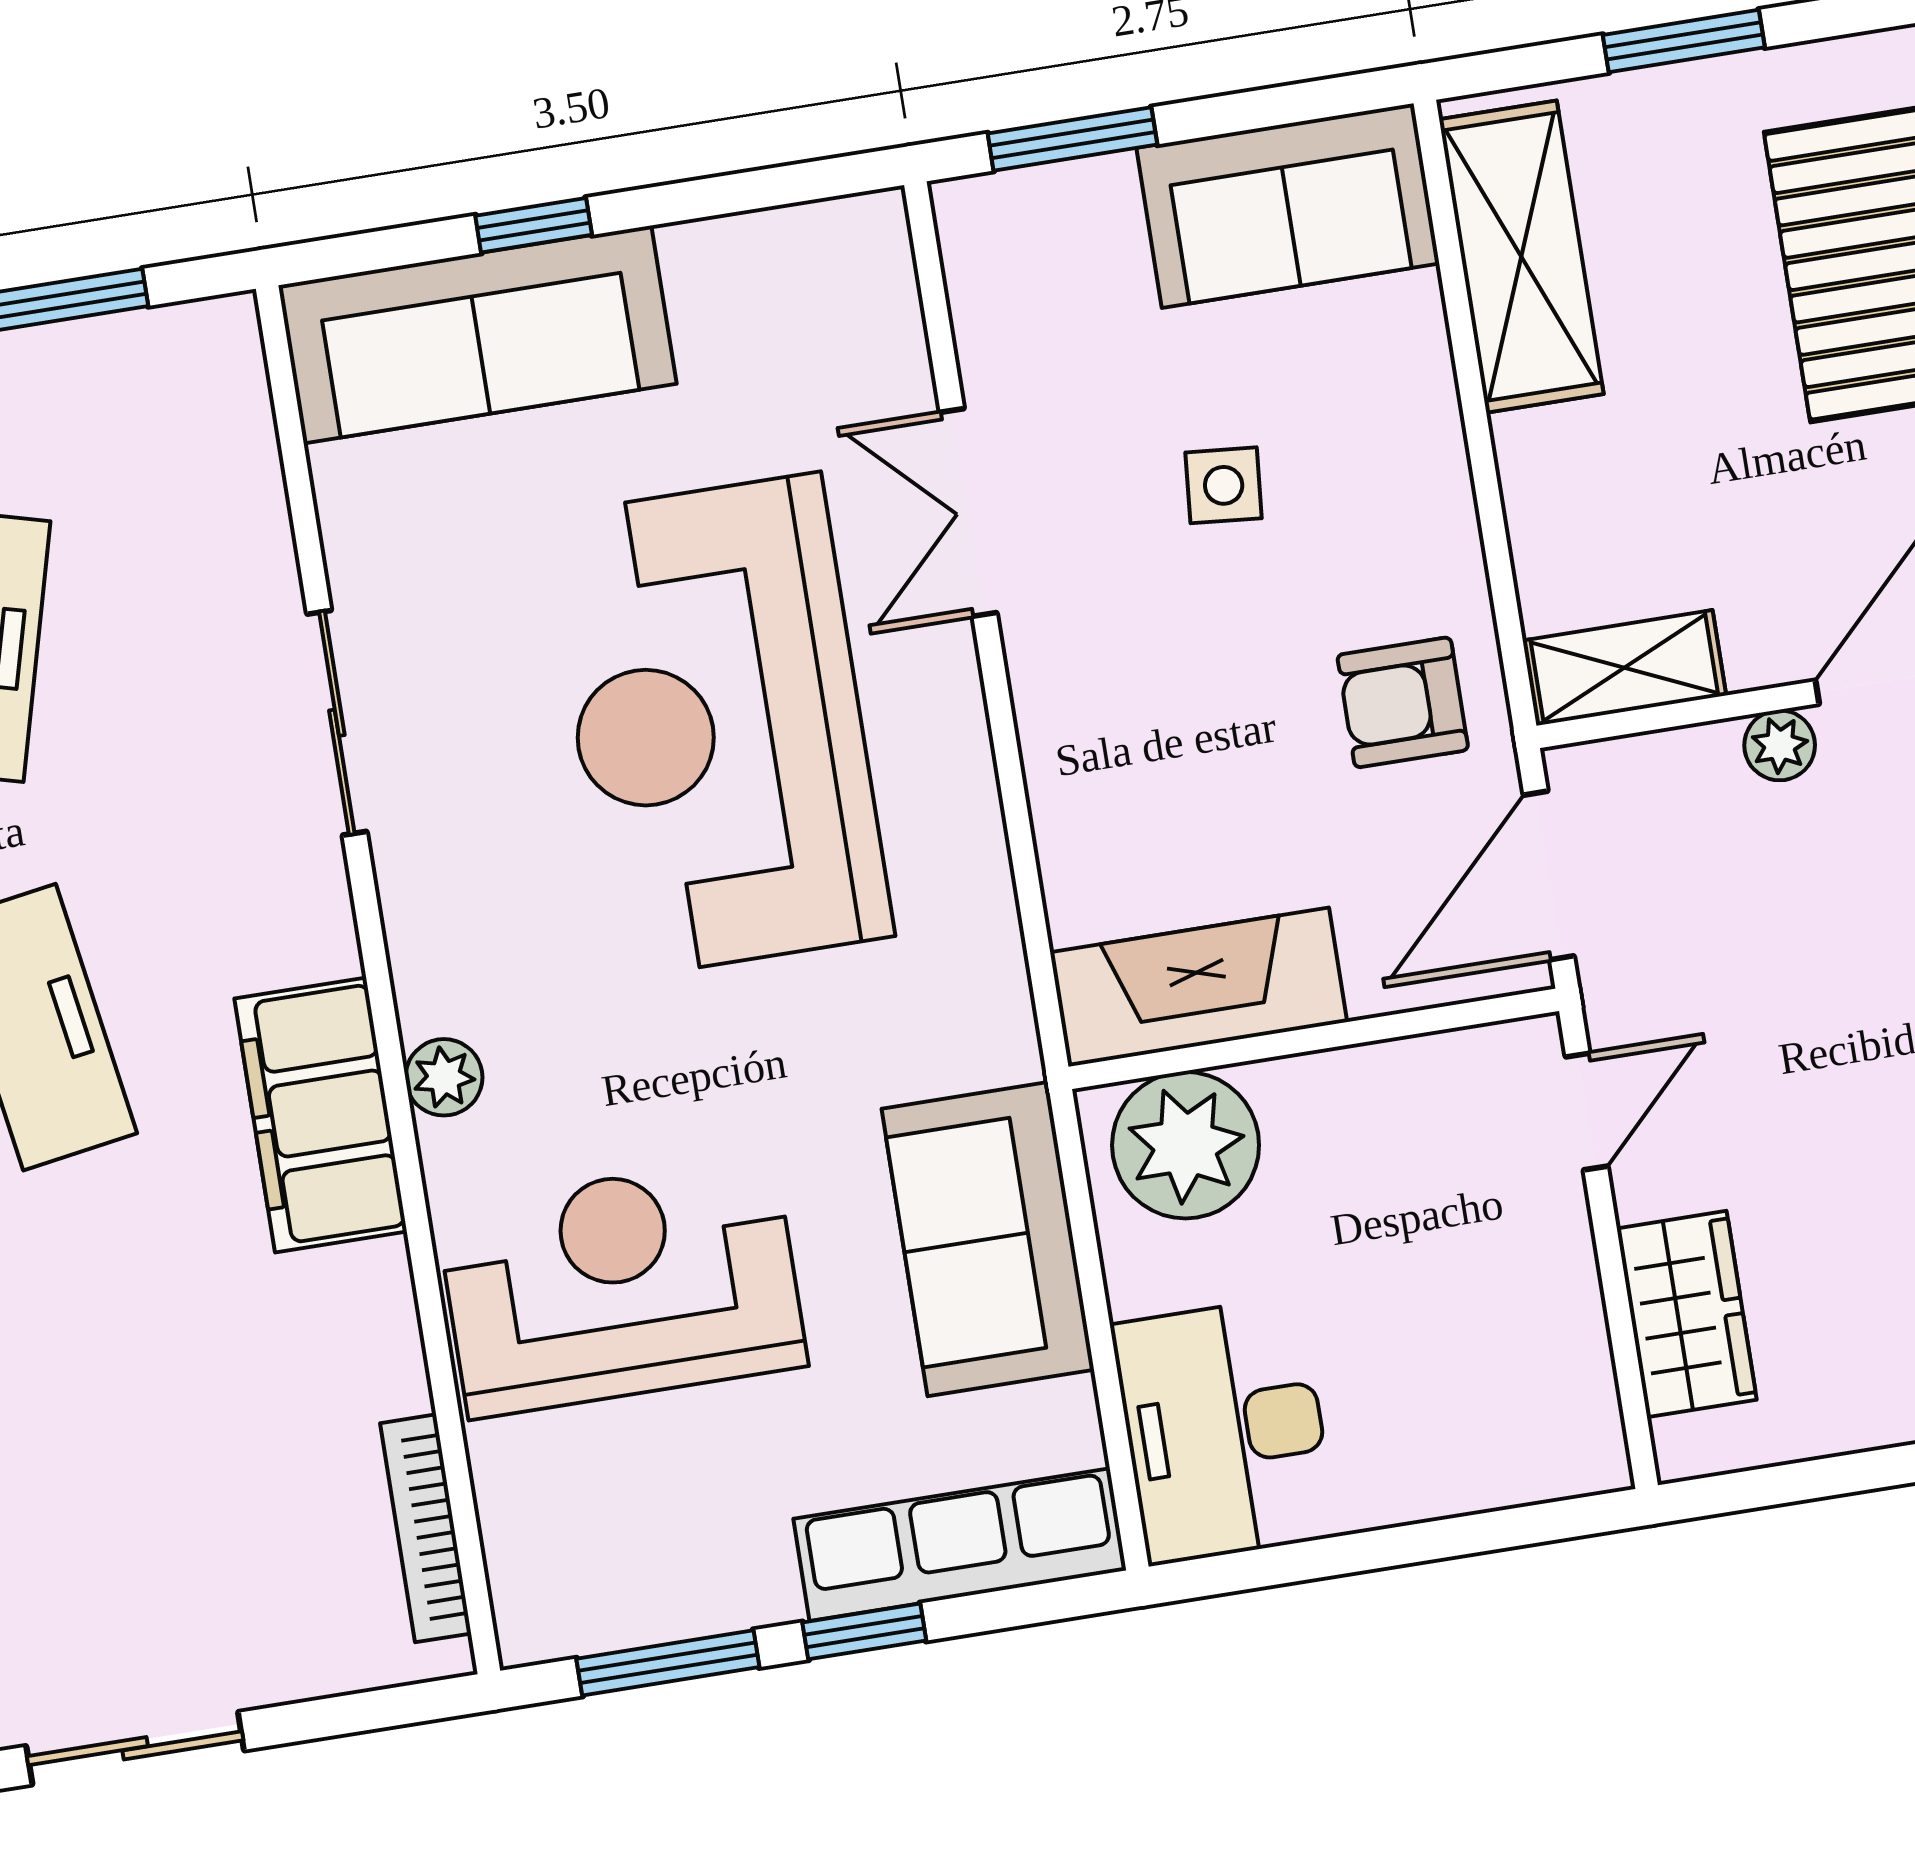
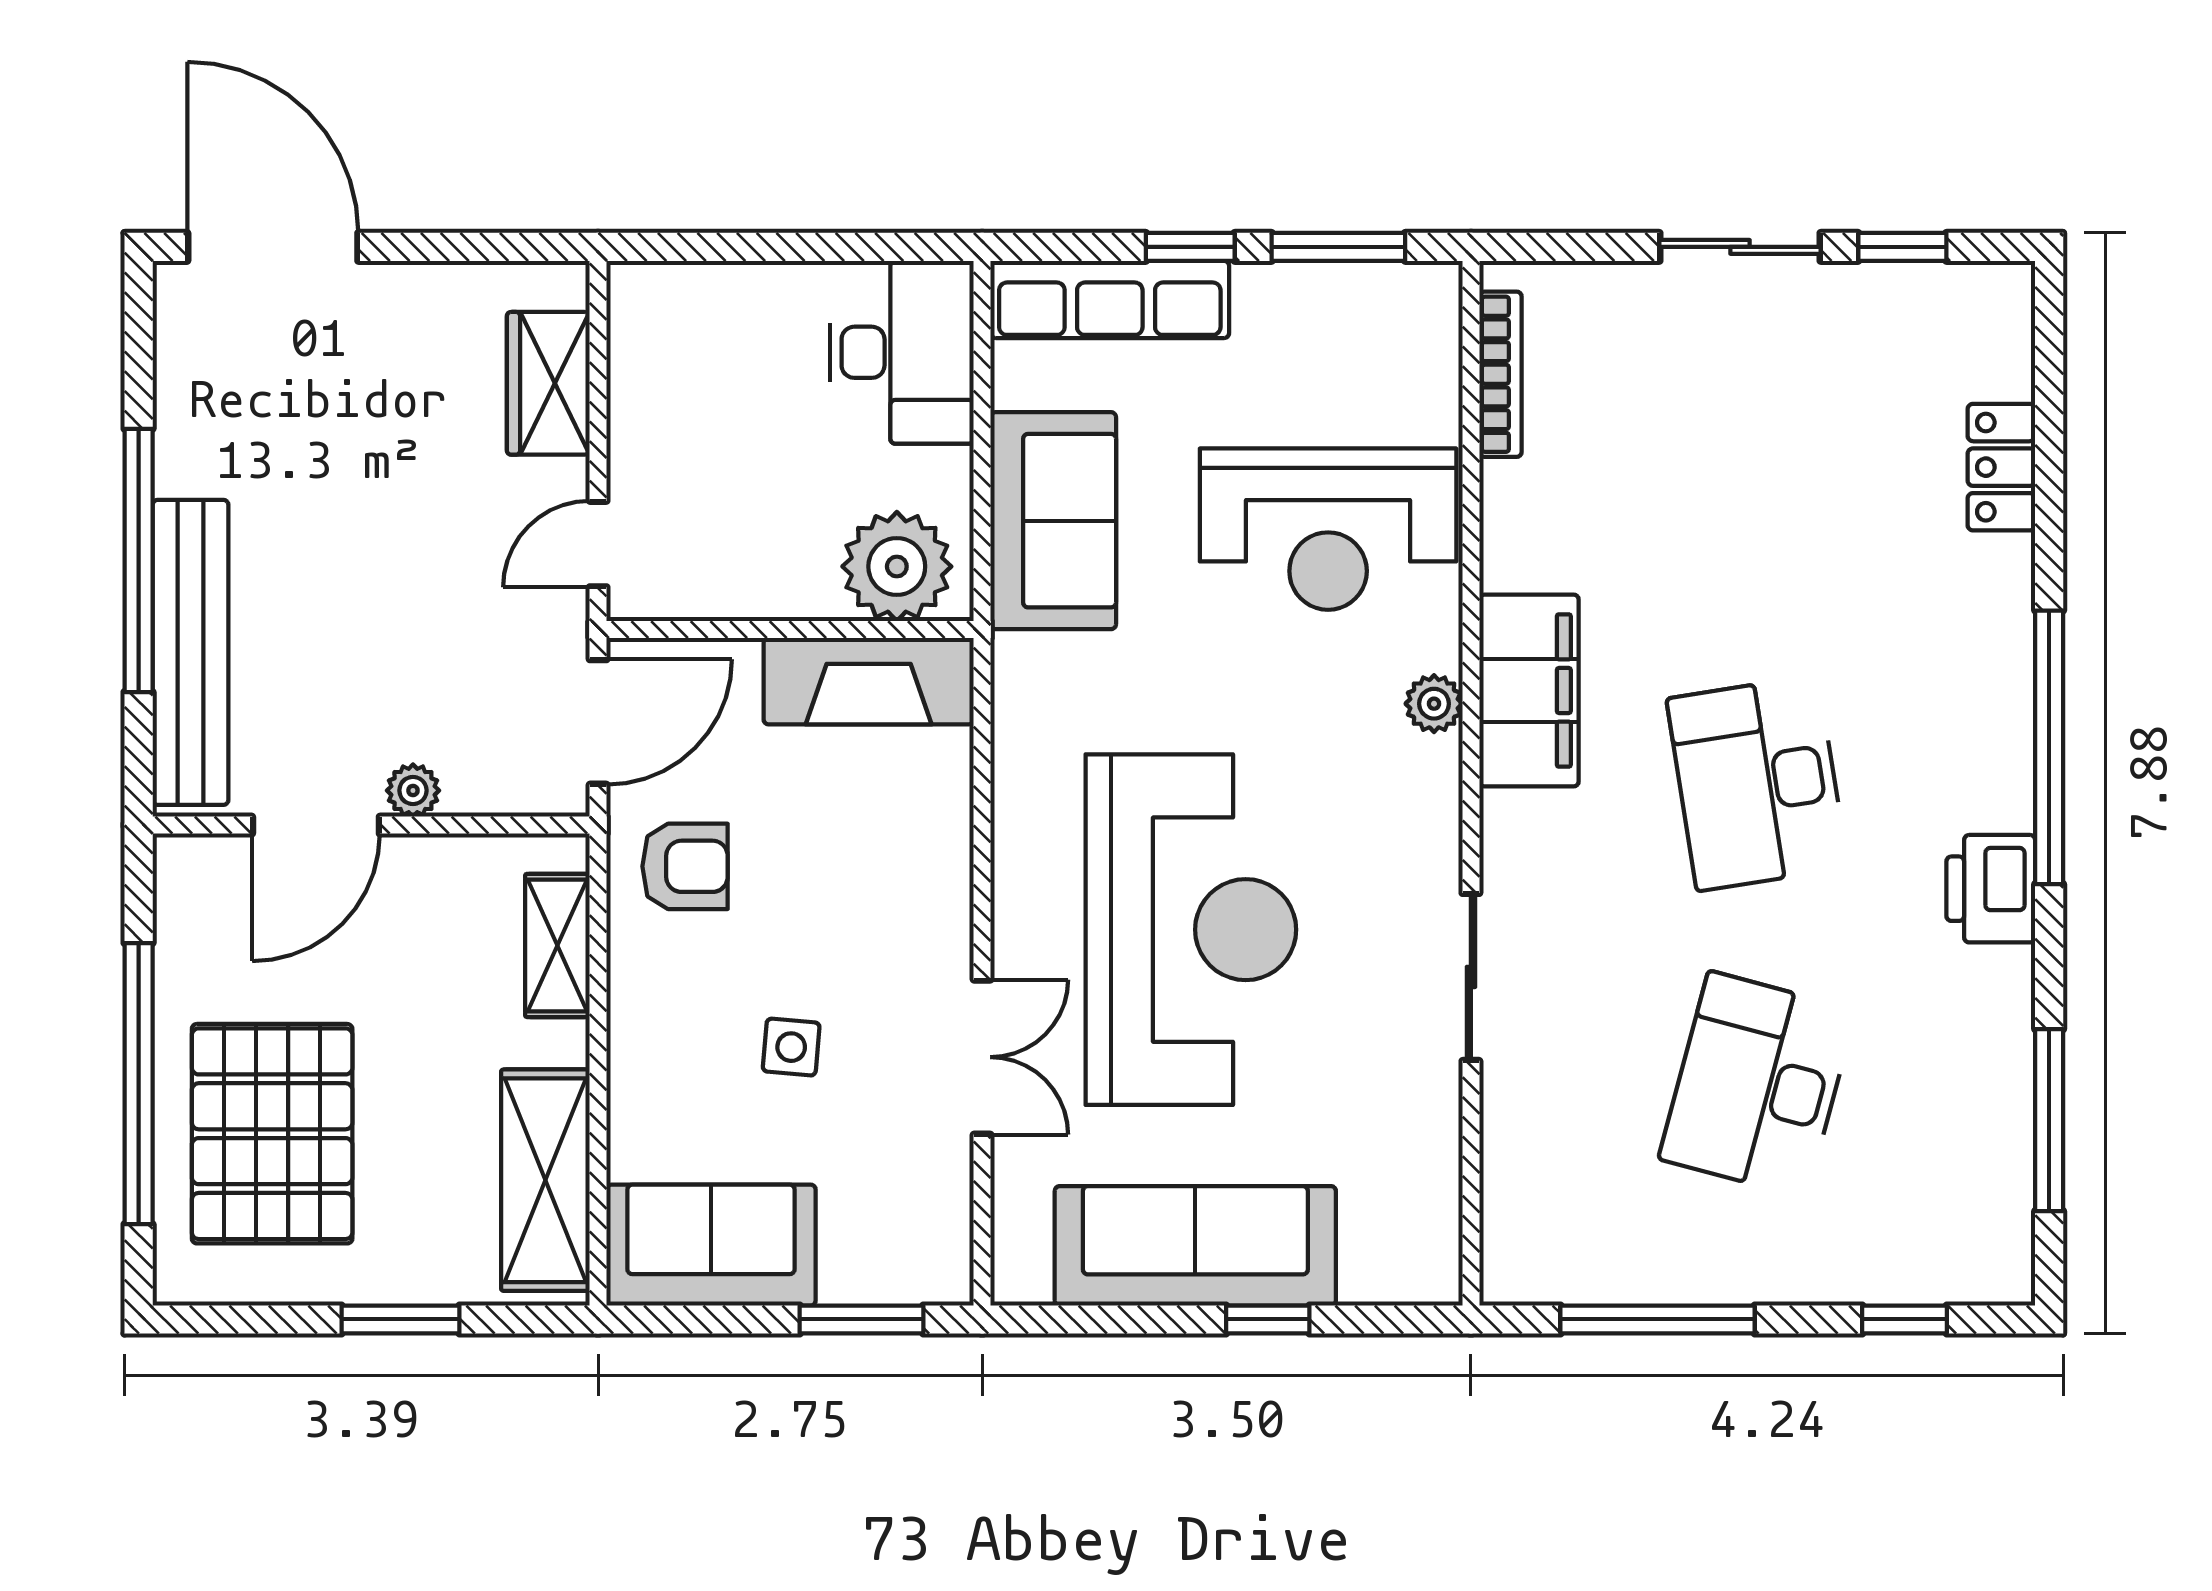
sofa: (477, 335) -> (1195, 1246), moved
shelving: (1624, 668) -> (557, 945), moved, turned 90

